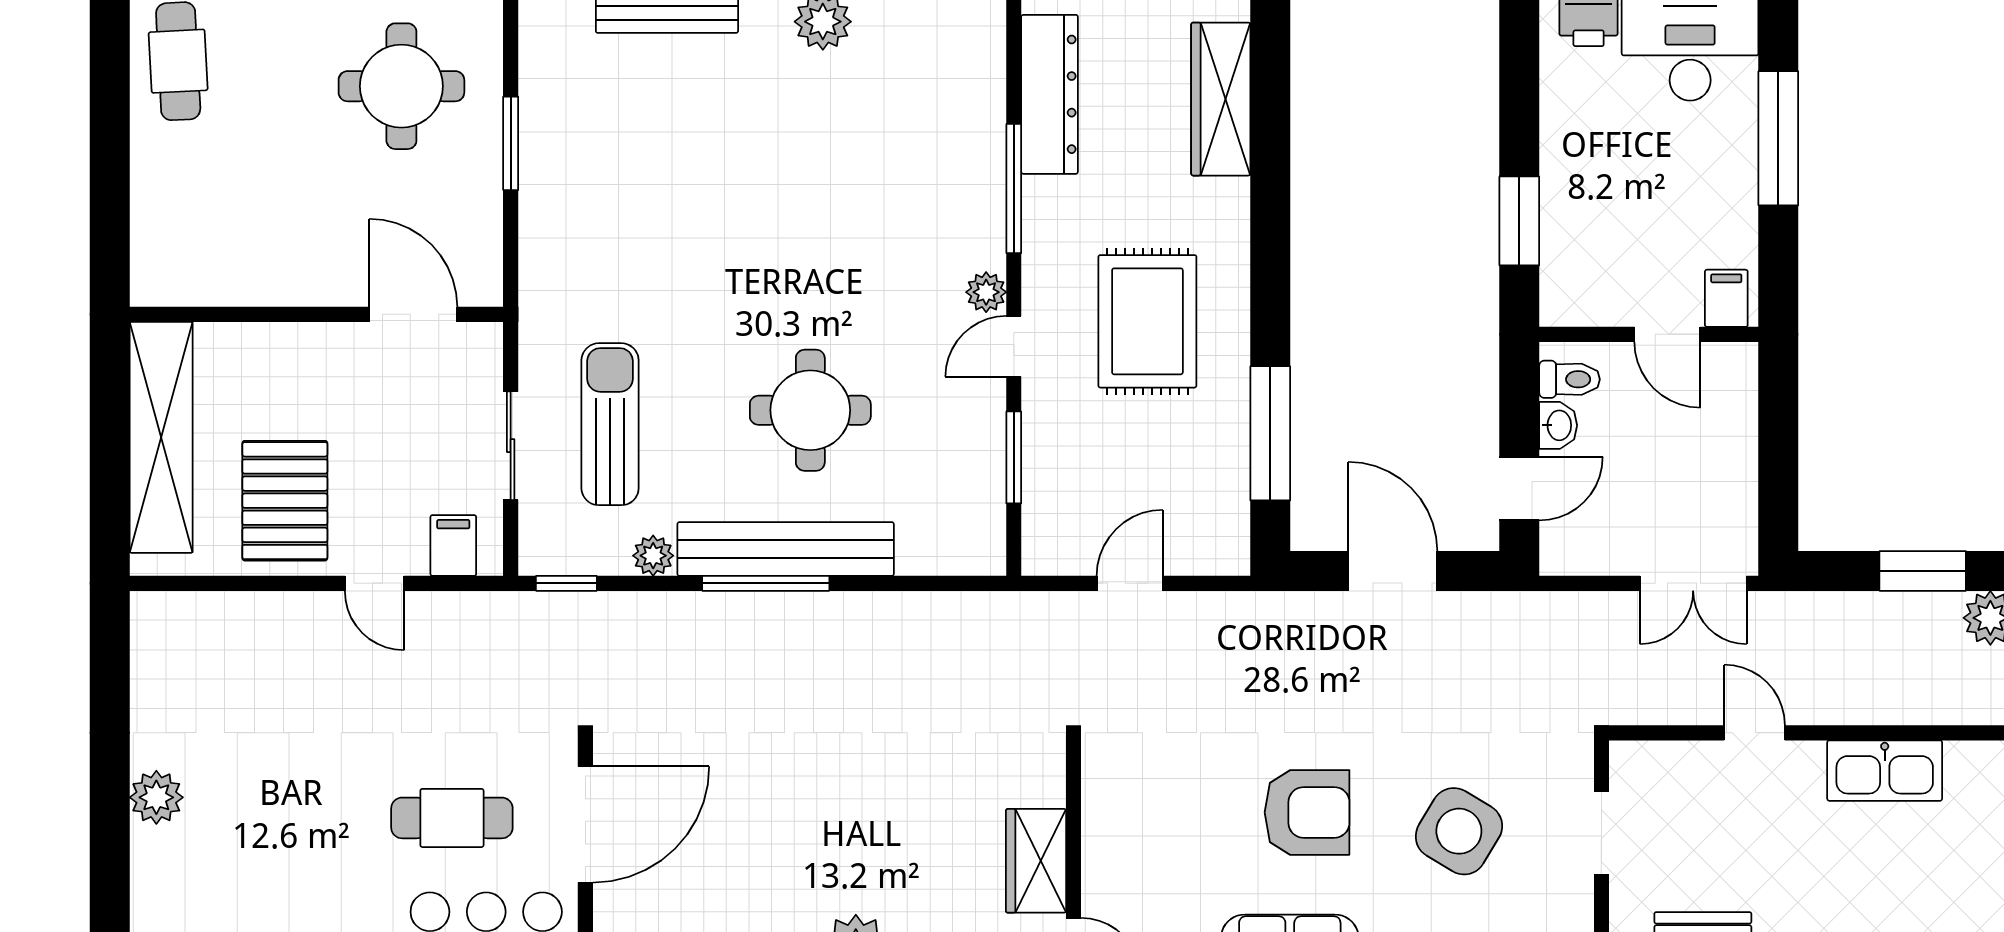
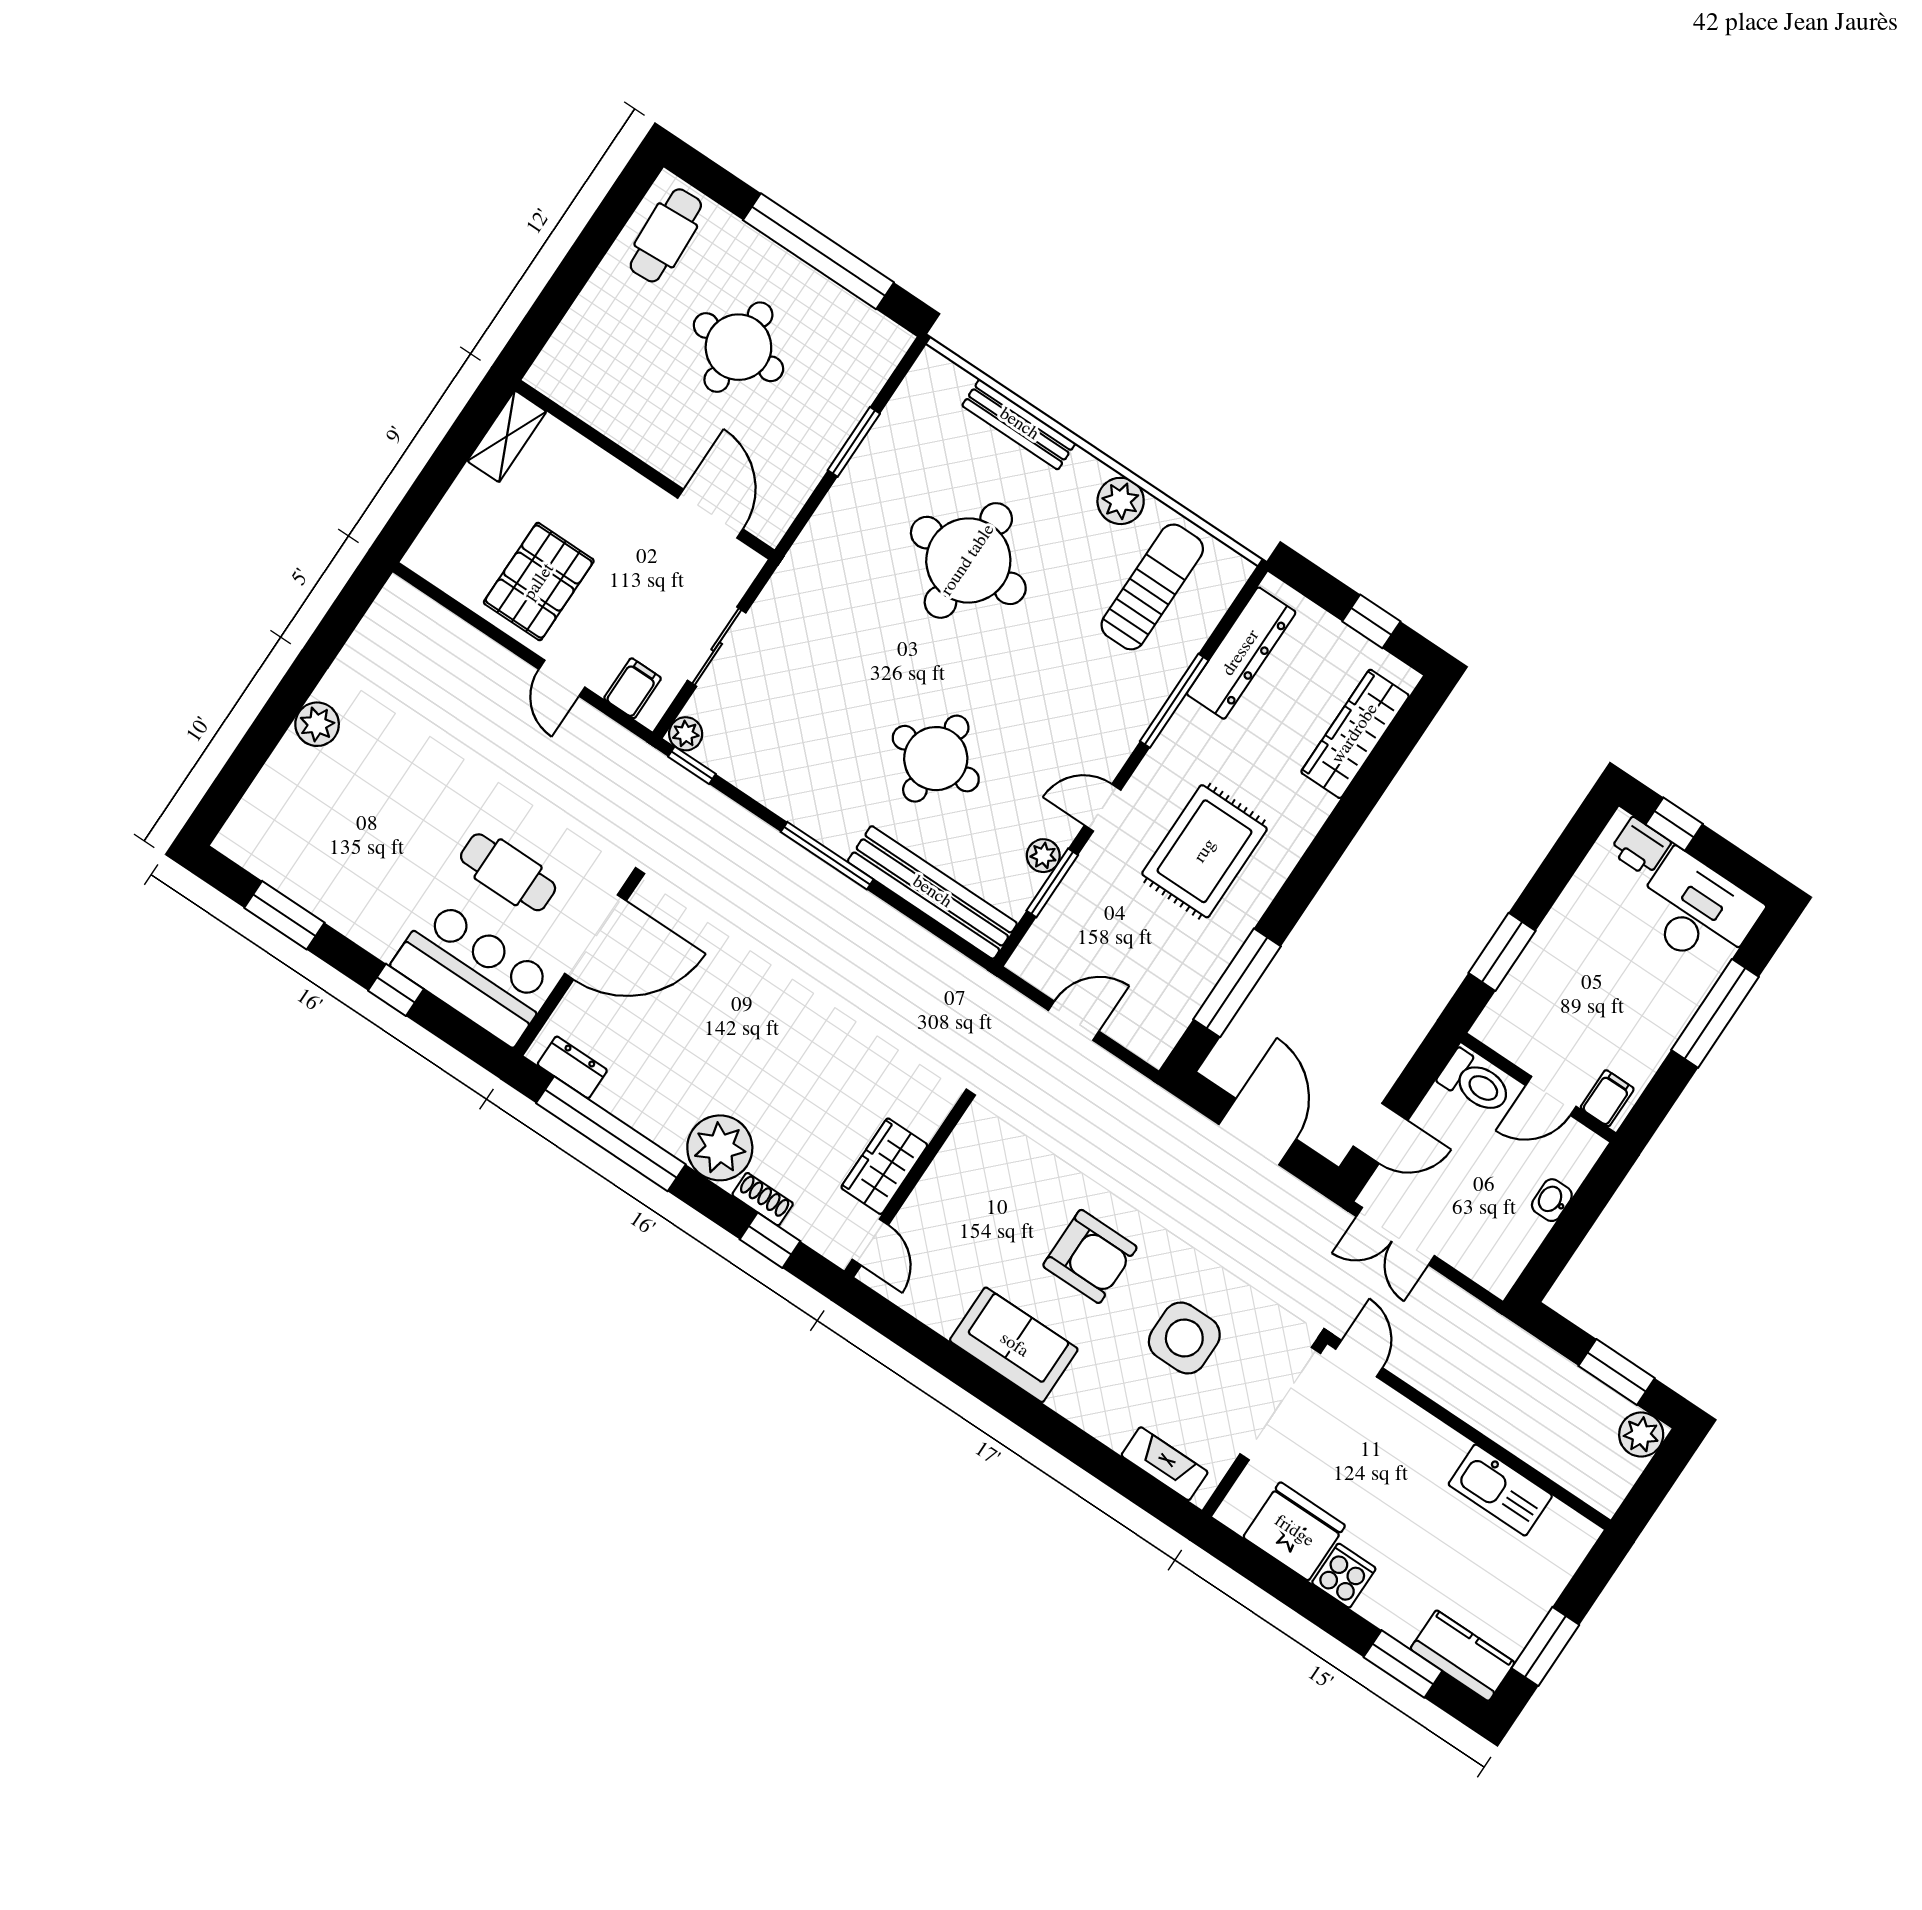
round table: (401, 86) -> (738, 347), moved
round table: (708, 186) -> (968, 560), added
plant: (986, 292) -> (1043, 856), moved
door: (1667, 334) -> (1551, 1096), hinge flipped
toilet: (1570, 379) -> (1475, 1083), width x1.37, depth x1.39
sun lounger: (610, 424) -> (1152, 587), moved
washbasin: (1558, 425) -> (1552, 1200), moved, turned 180
shelving: (161, 437) -> (507, 436), width x0.45, depth x0.75
bench: (786, 549) -> (932, 892), moved
plant: (653, 556) -> (686, 734), moved
double door: (1693, 583) -> (1395, 1236), moved
door: (1755, 733) -> (1359, 1358), moved
side table: (1459, 831) -> (1184, 1338), turned -31
doorway: (1601, 833) -> (1280, 1404), width x1.87

